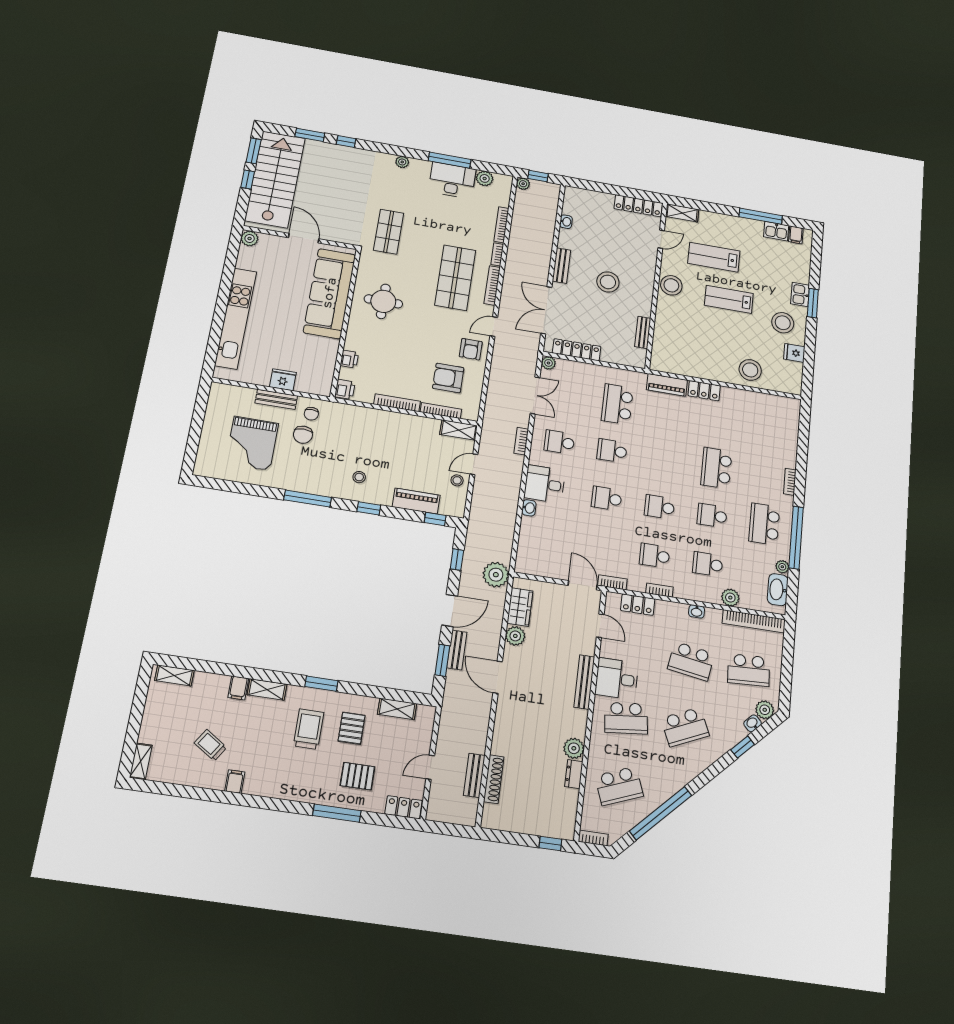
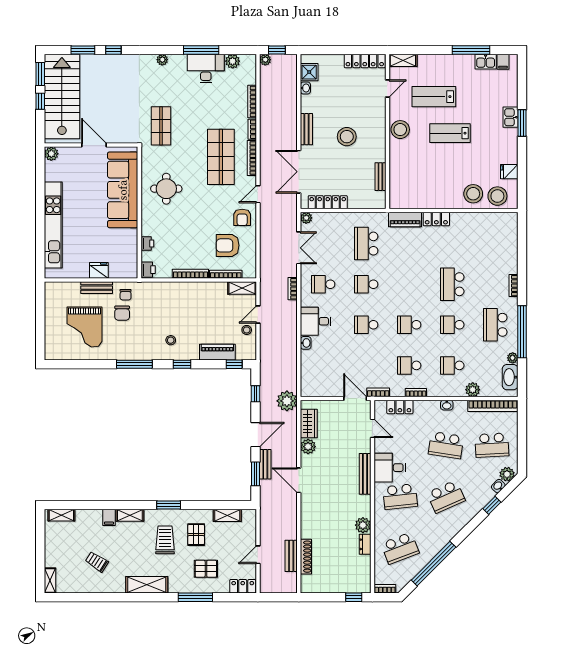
shower: (572, 206) -> (309, 72), added
stool: (783, 323) -> (497, 196), moved
filing cabinet: (235, 782) -> (119, 585), removed
shelving: (273, 786) -> (147, 585), added

